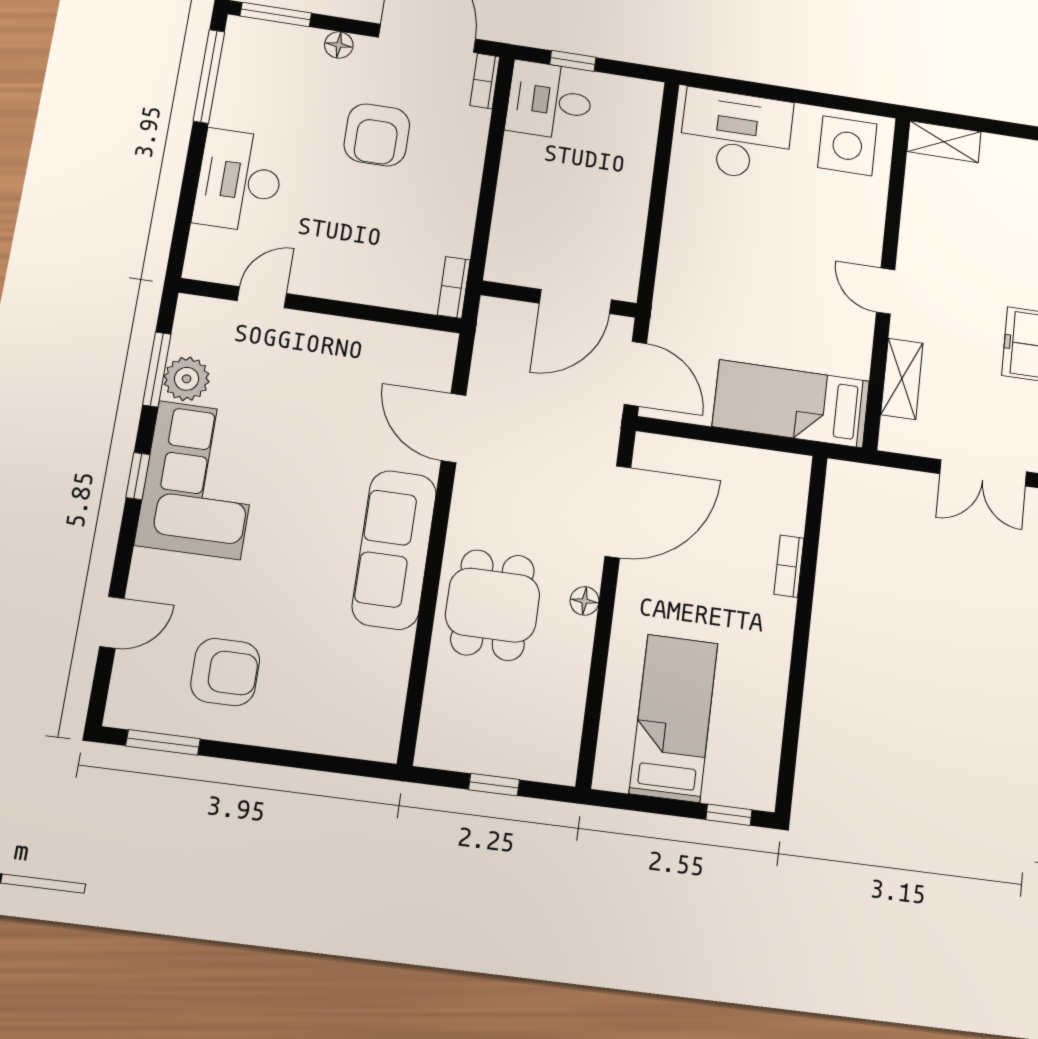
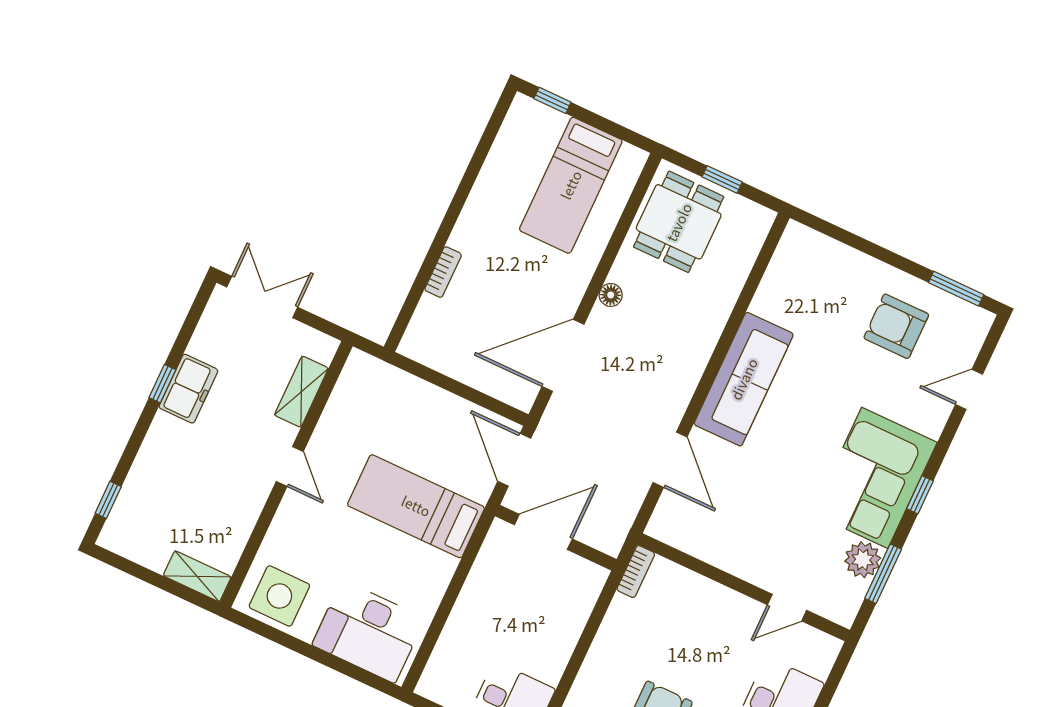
bed: (791, 404) -> (416, 506), moved, turned 180
dining table: (493, 605) -> (679, 222), moved

